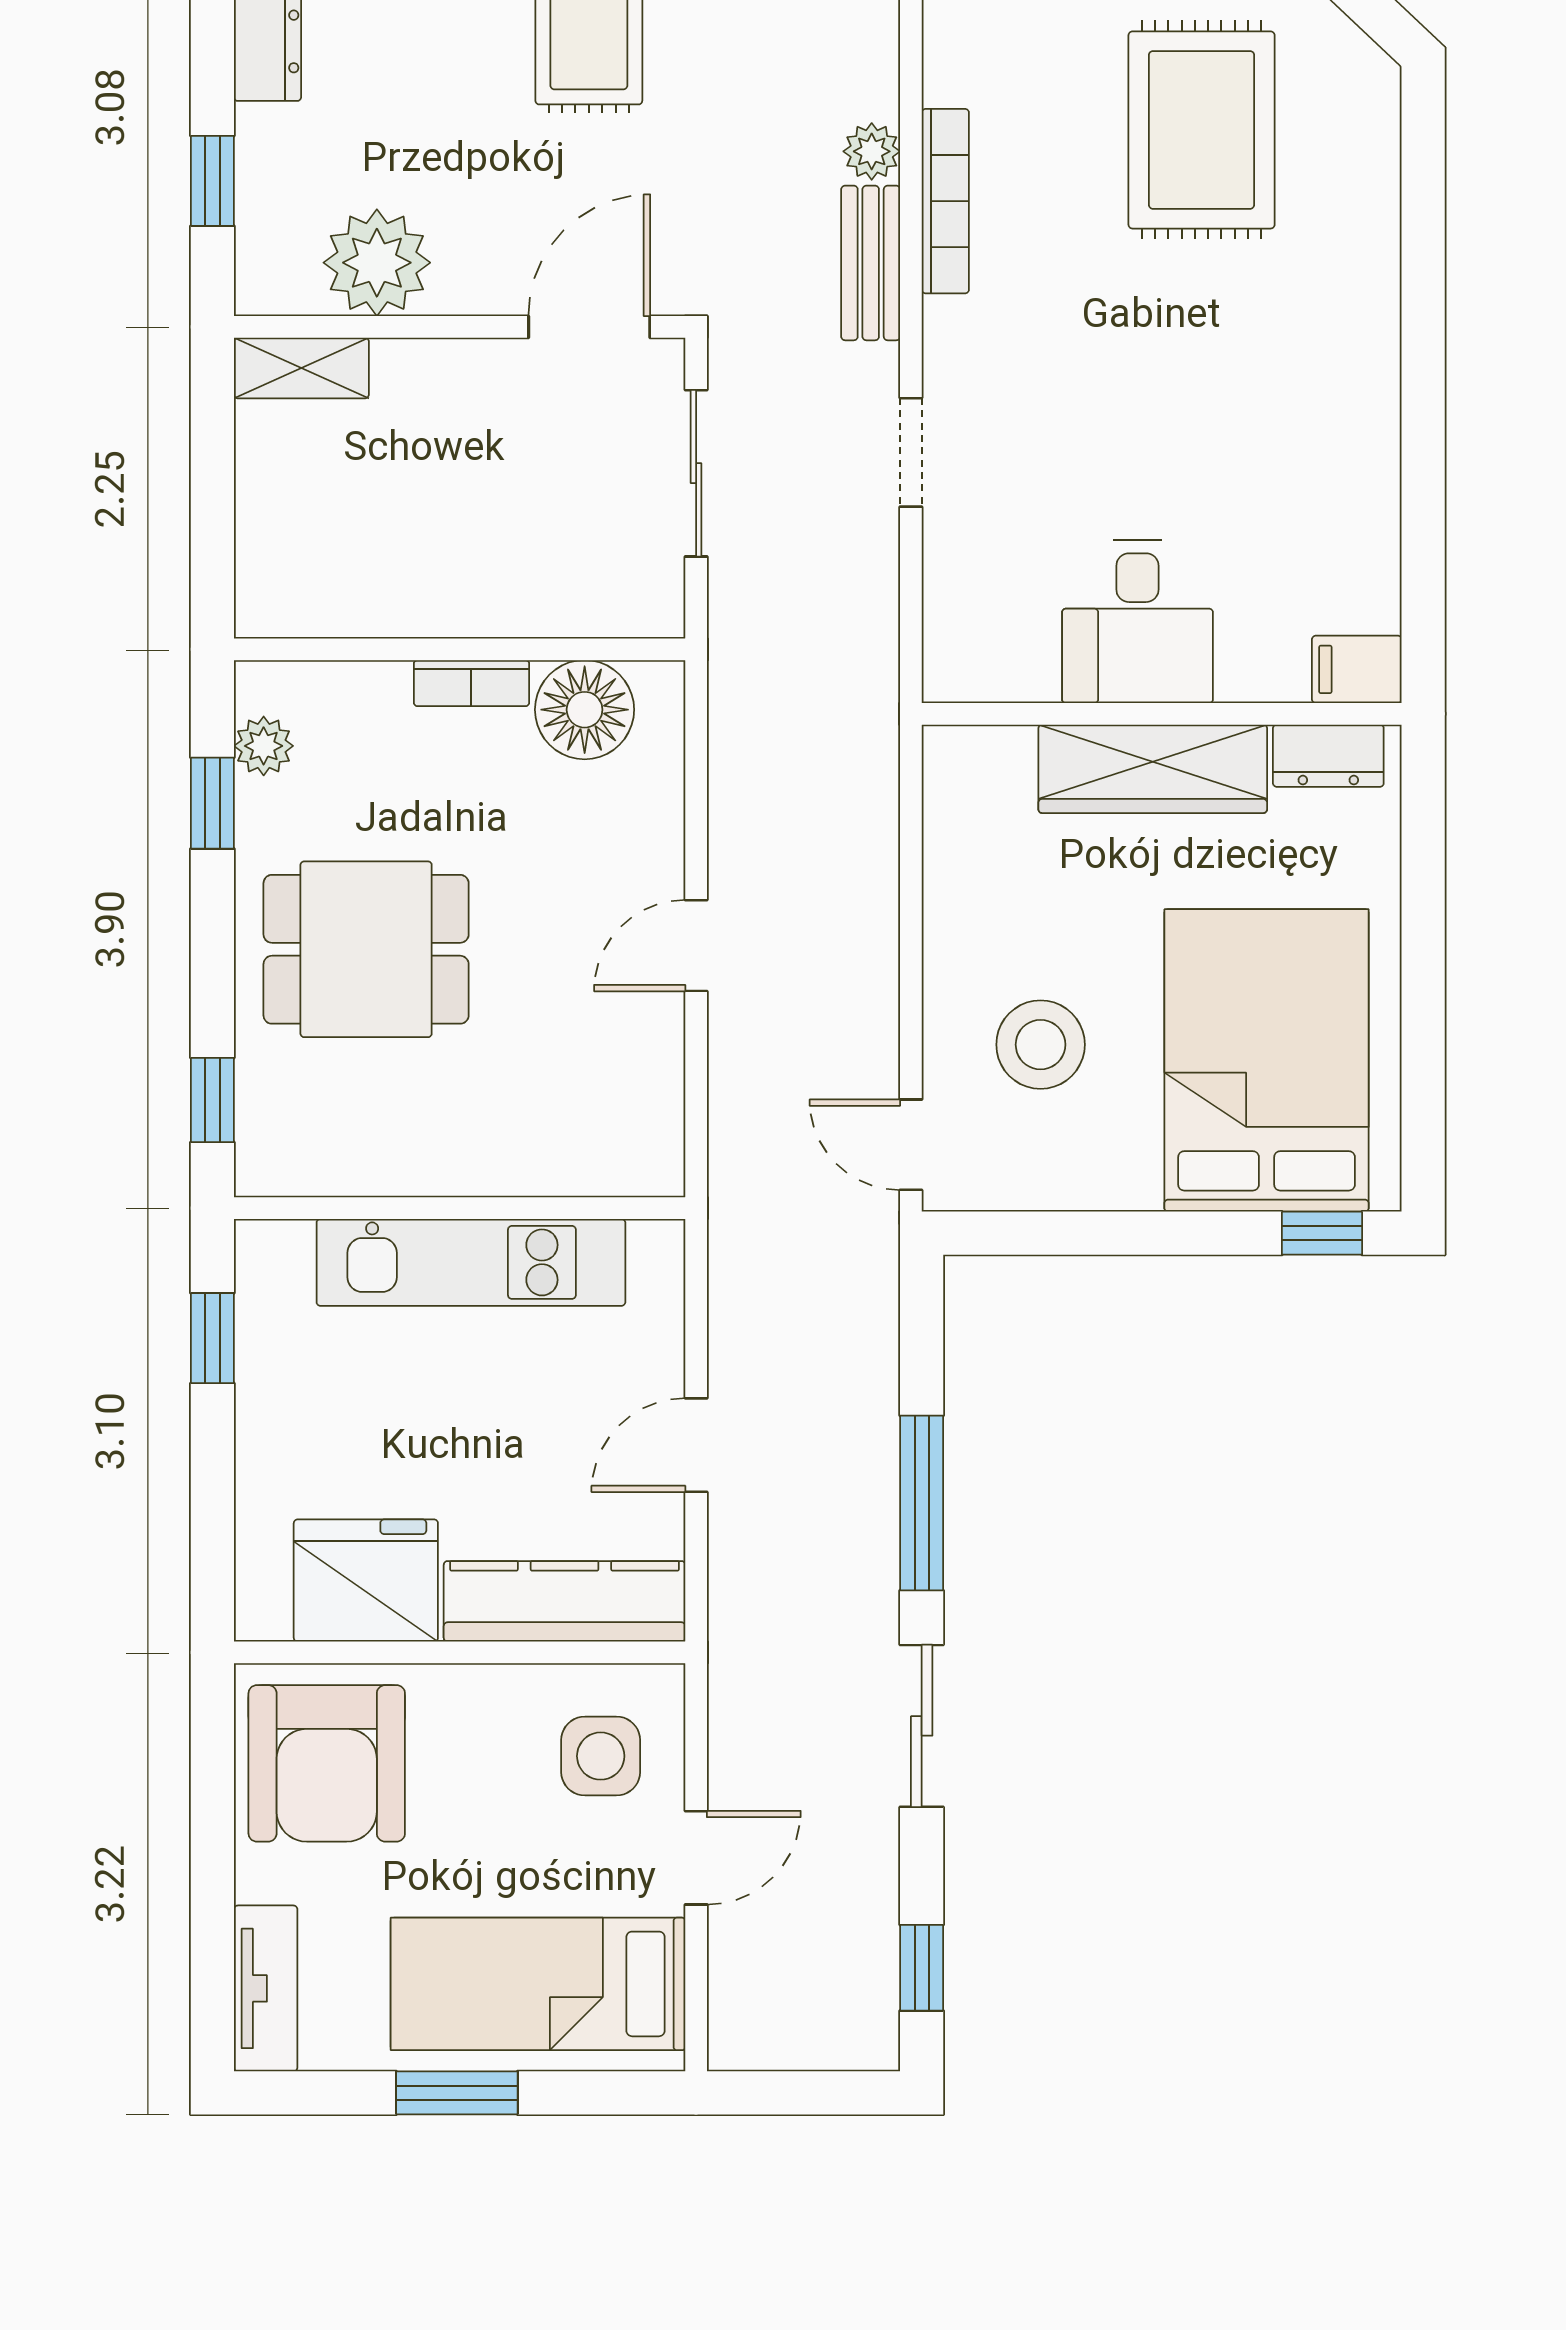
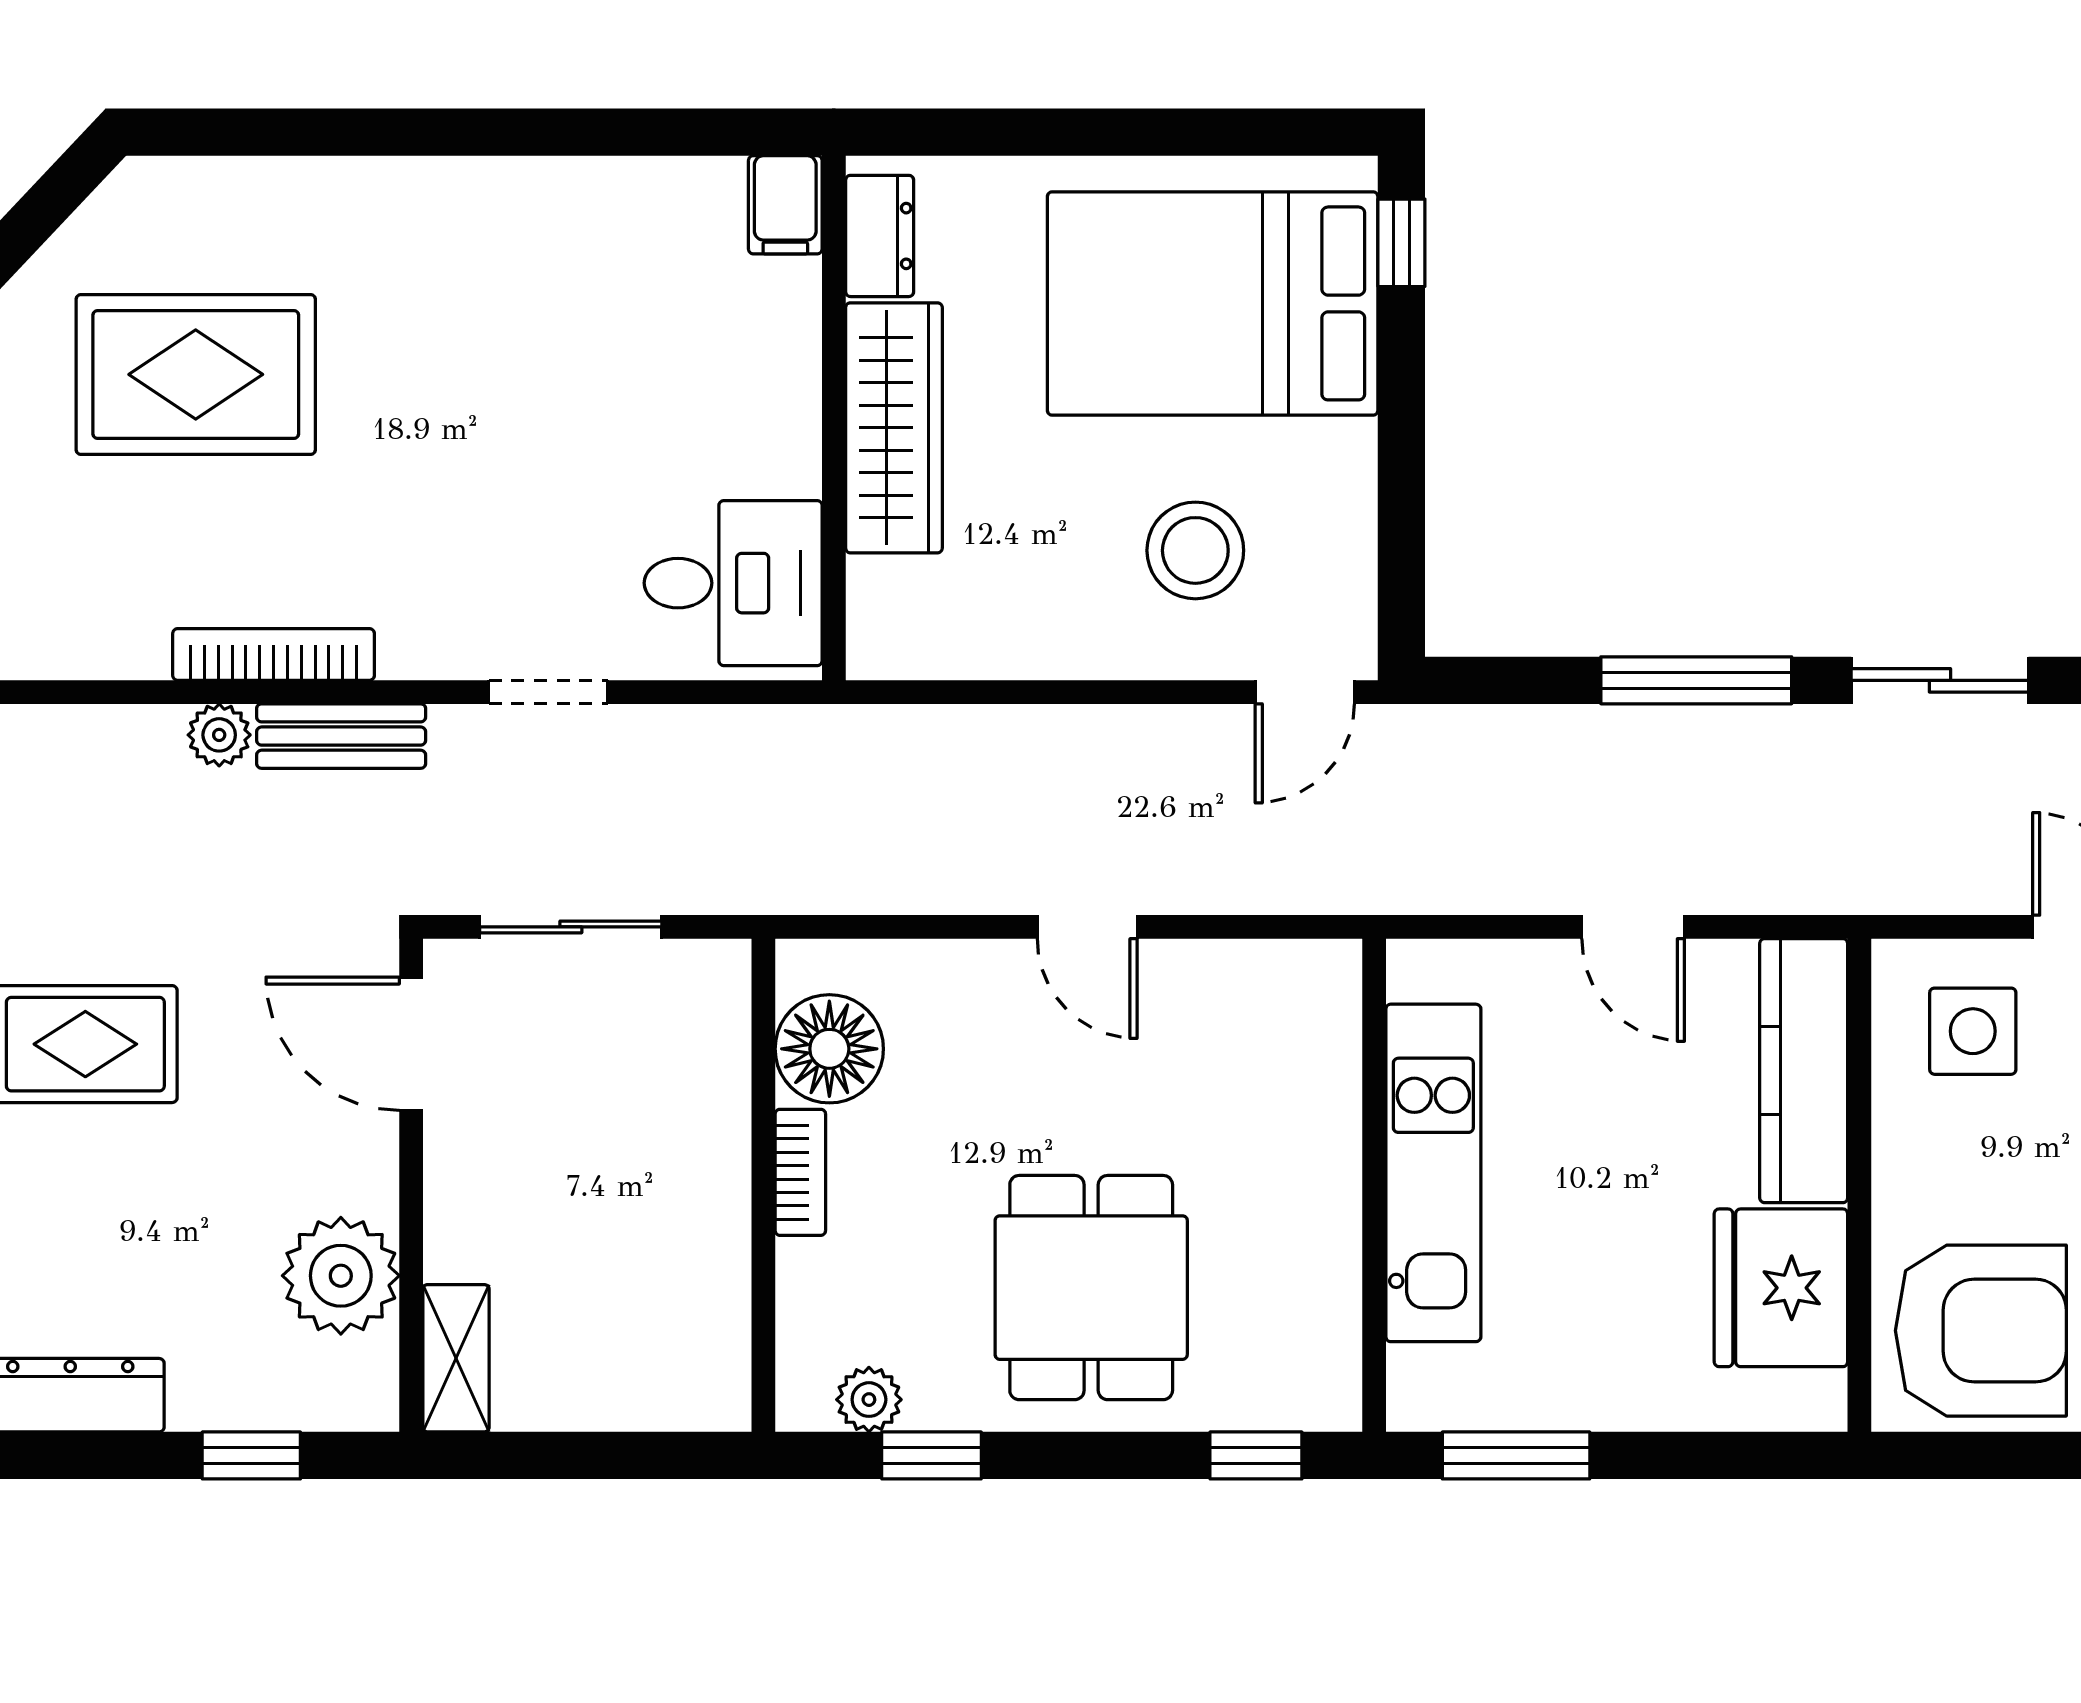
desk: (1137, 622) -> (733, 583), moved
window: (212, 1338) -> (1516, 1455), width x1.50

